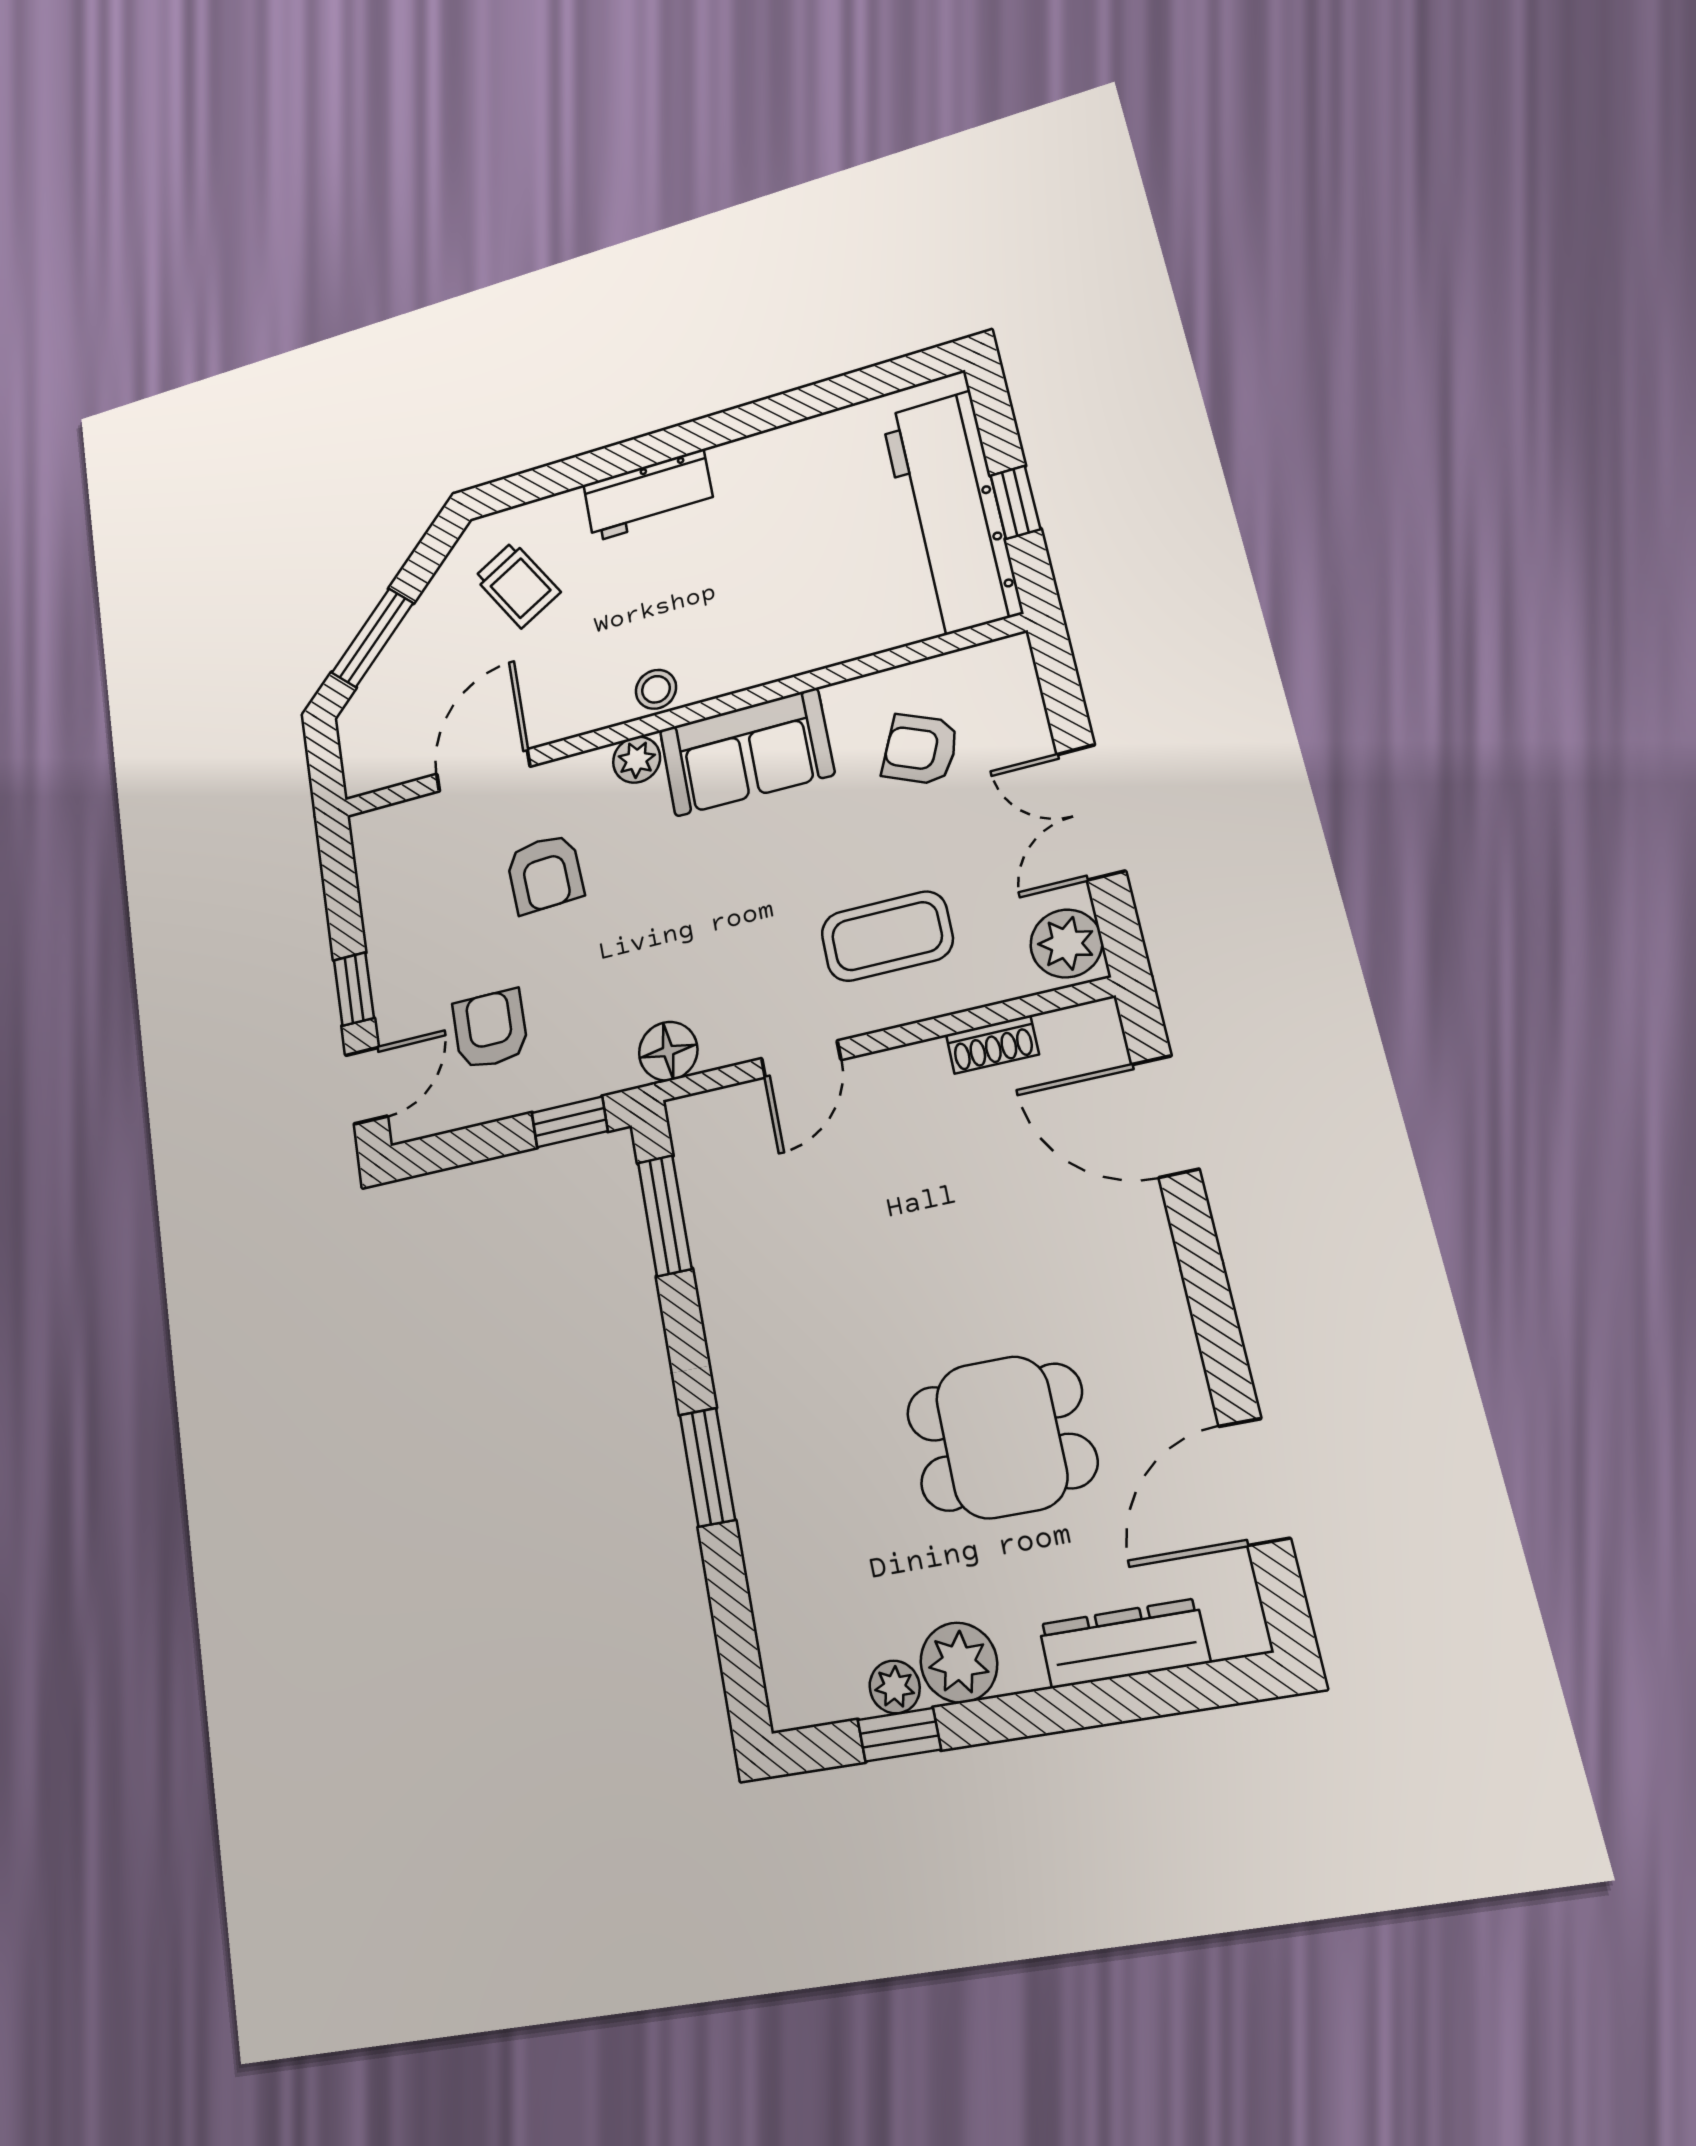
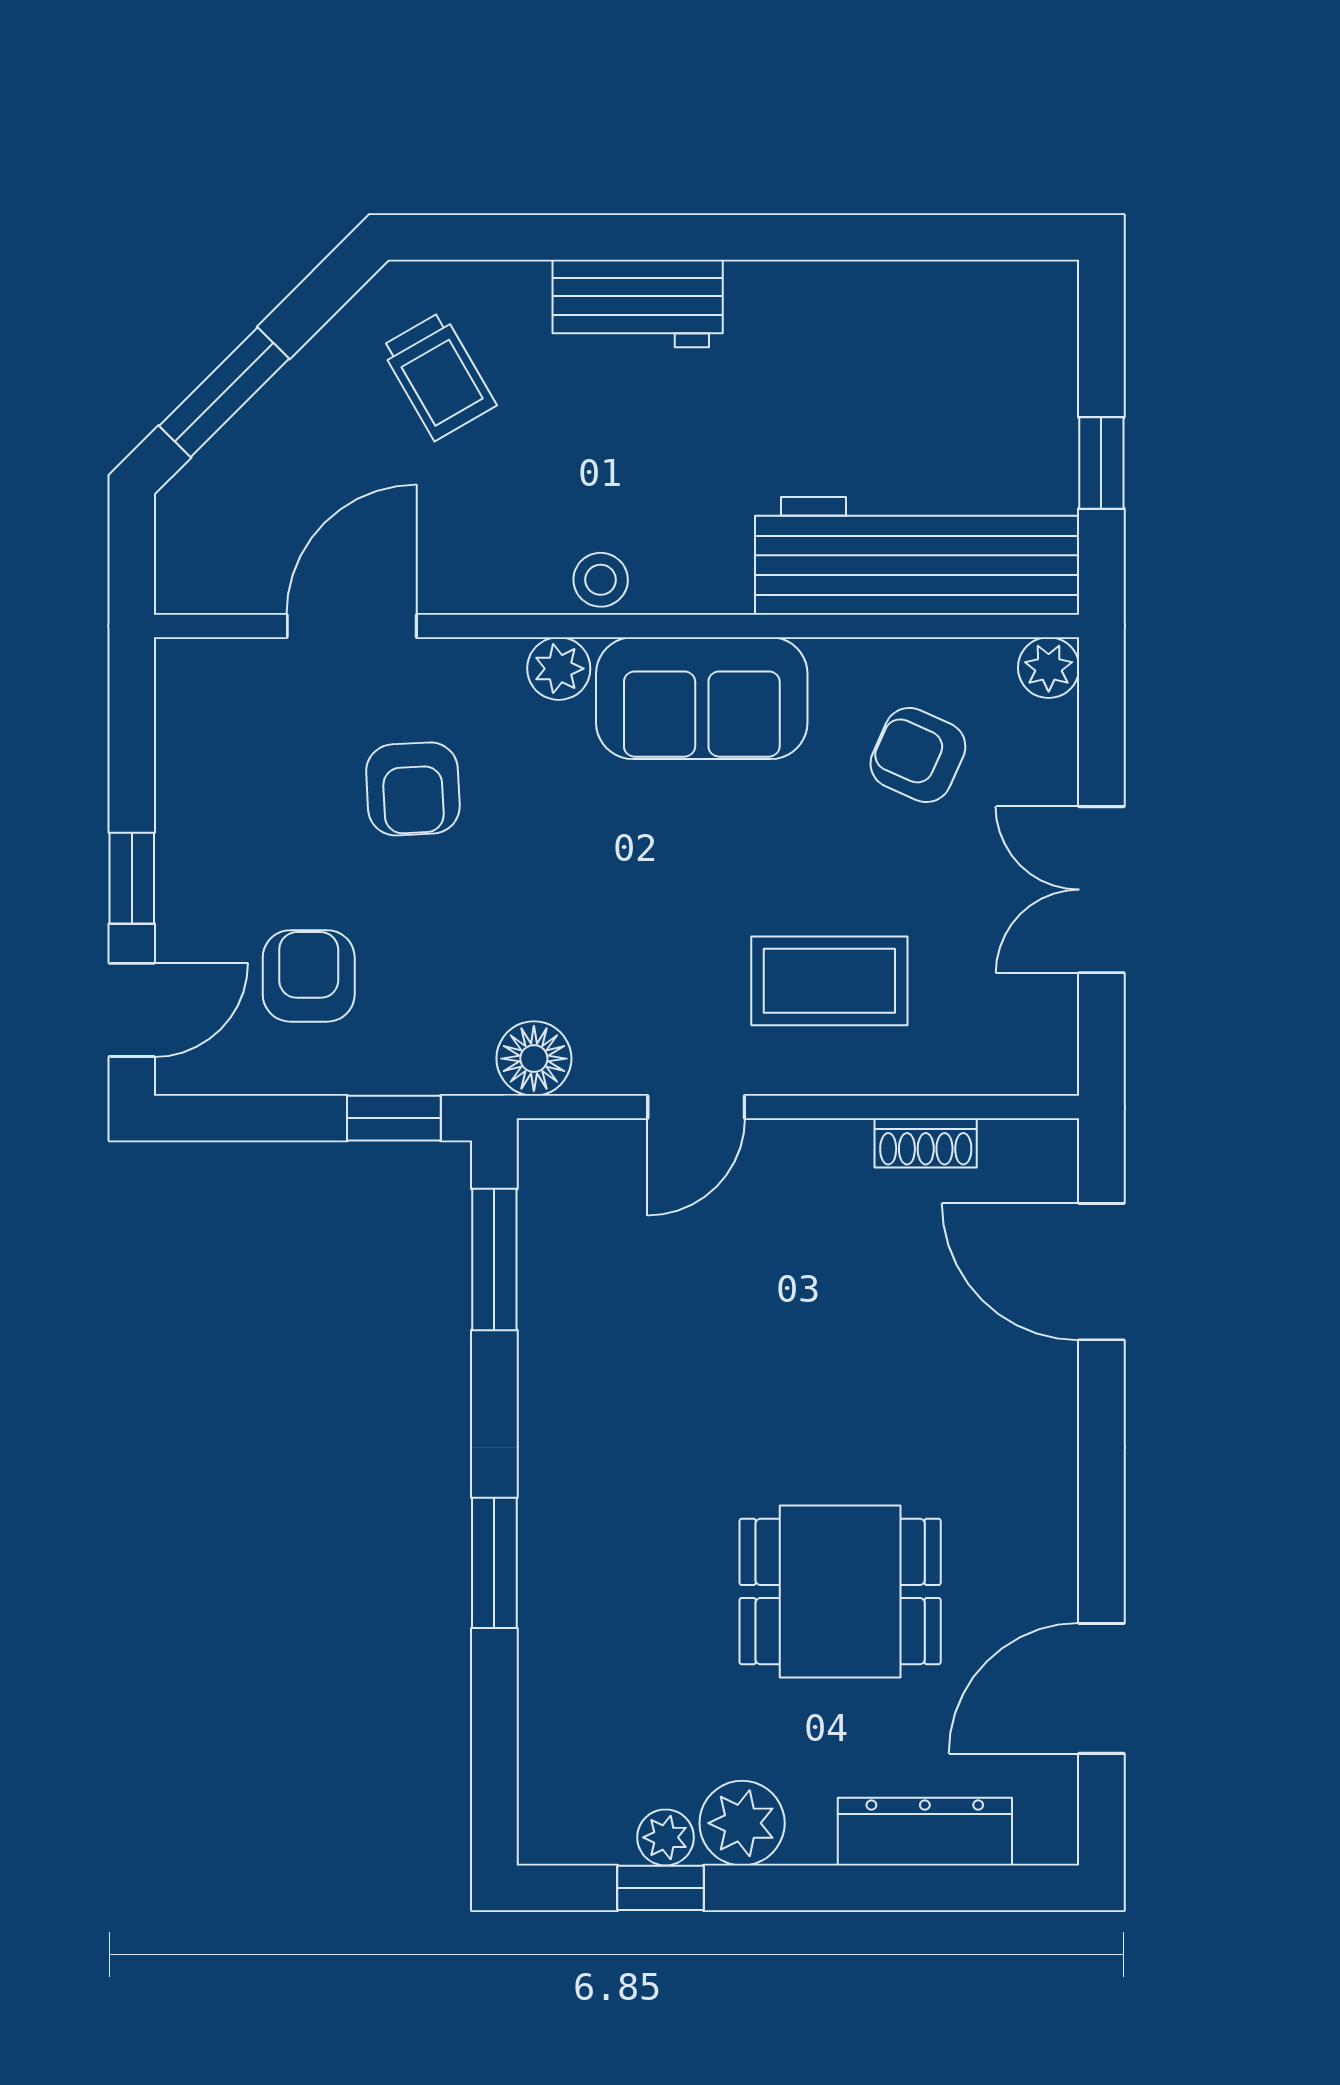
workbench: (951, 513) -> (917, 556), moved, turned 90
plant: (1066, 943) -> (1049, 668), moved, width x0.73, depth x0.73

